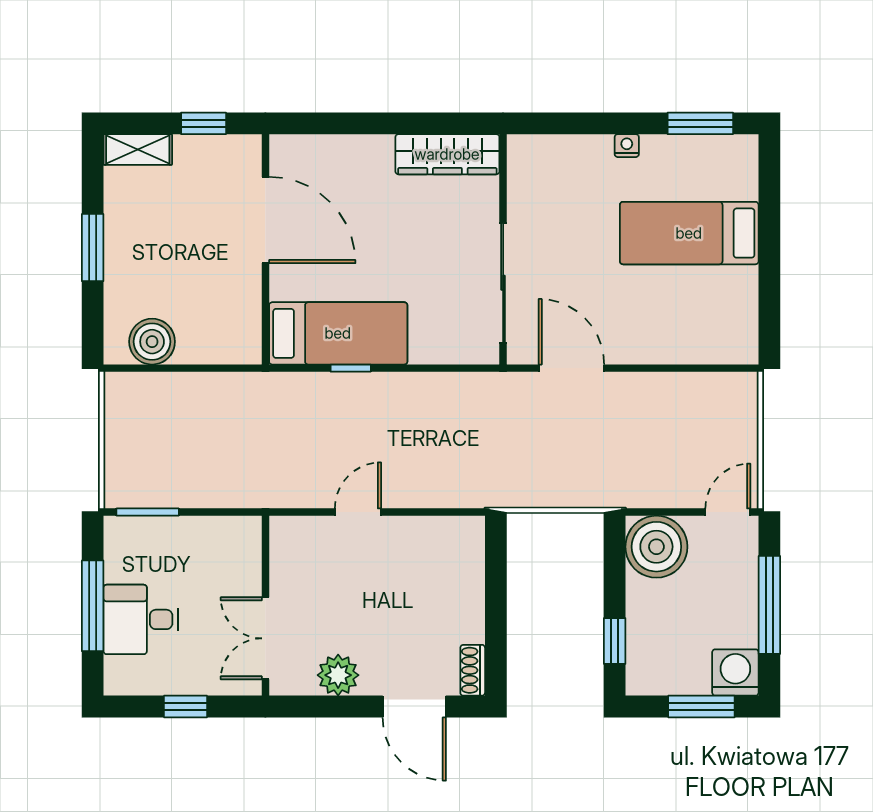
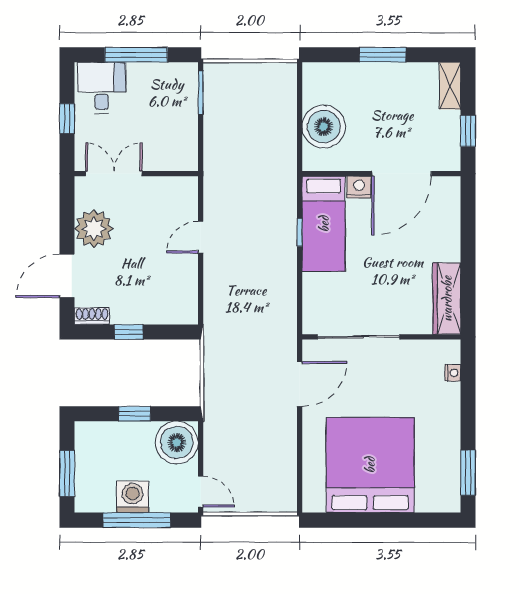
nightstand: (627, 146) -> (453, 373), moved
bed: (689, 233) -> (370, 465), width x2.04
nightstand: (285, 282) -> (359, 187), added
boiler: (152, 342) -> (324, 127), moved, width x1.37, depth x1.37
door: (358, 512) -> (201, 237), swing flipped
window: (496, 616) -> (129, 332), added
desk: (141, 619) -> (102, 88), moved
window: (615, 641) -> (135, 414), moved
washing machine: (735, 672) -> (133, 497), moved, turned -90
plant: (338, 675) -> (94, 229), width x1.36, depth x1.36

